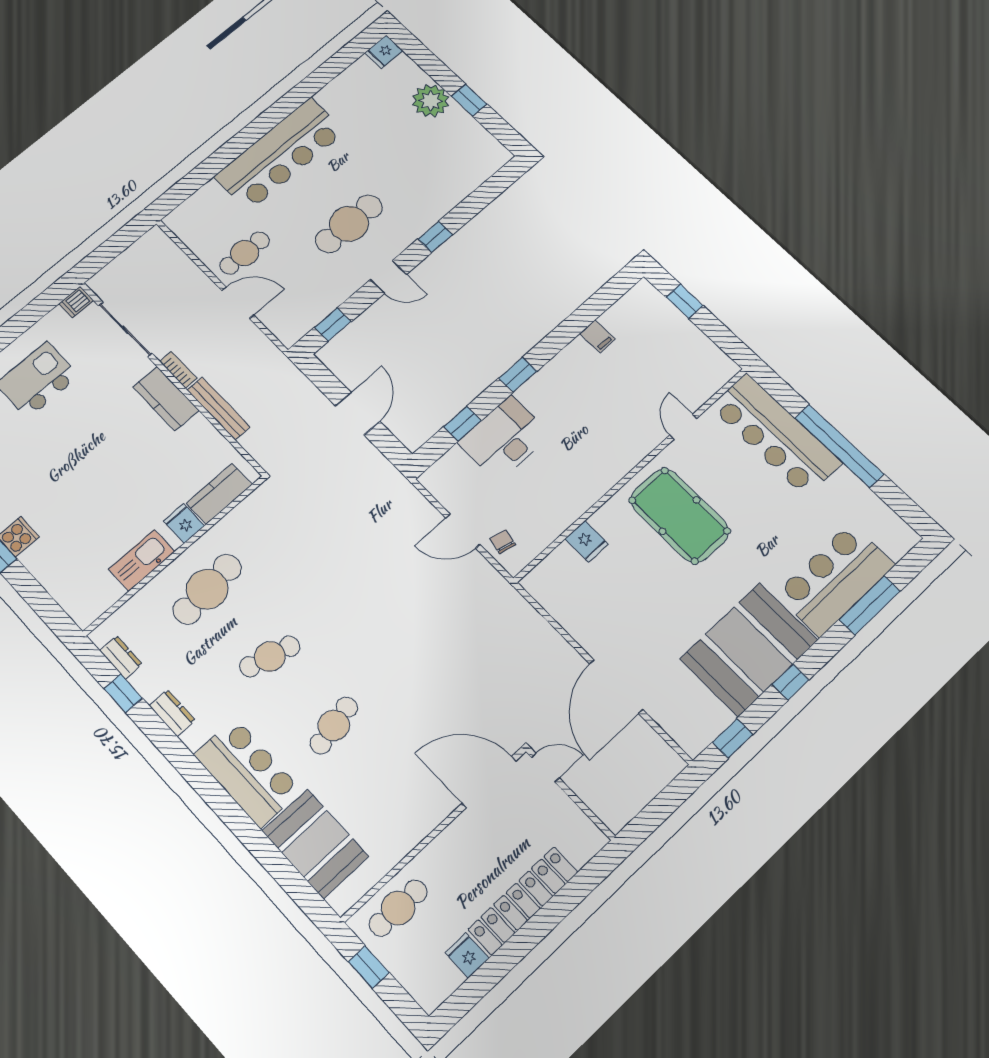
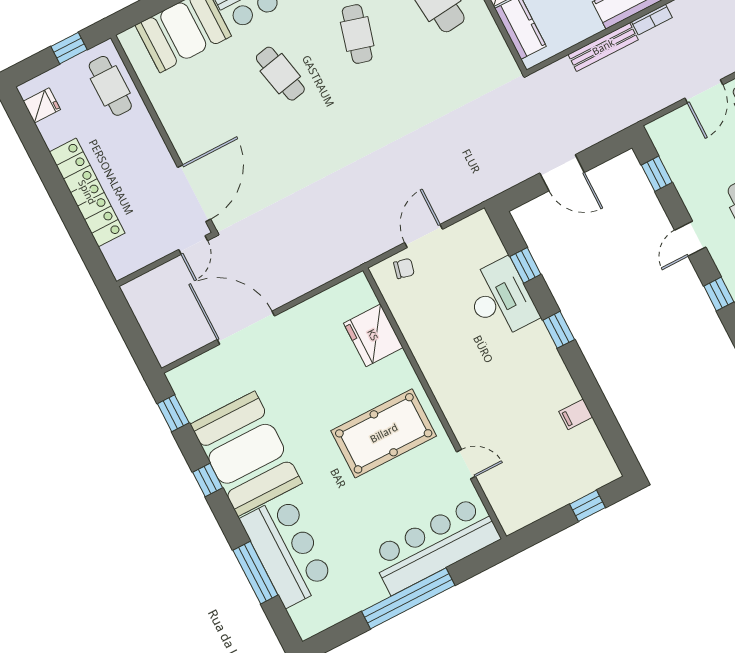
fridge: (587, 541) -> (373, 335), width x1.88, depth x1.34
fridge: (467, 955) -> (42, 105), moved

